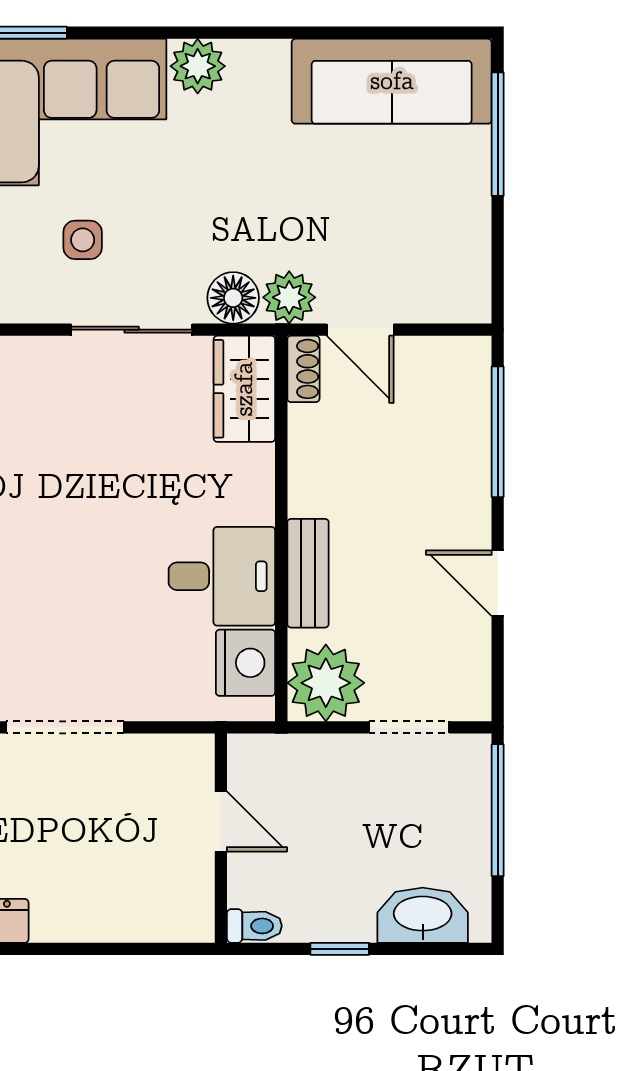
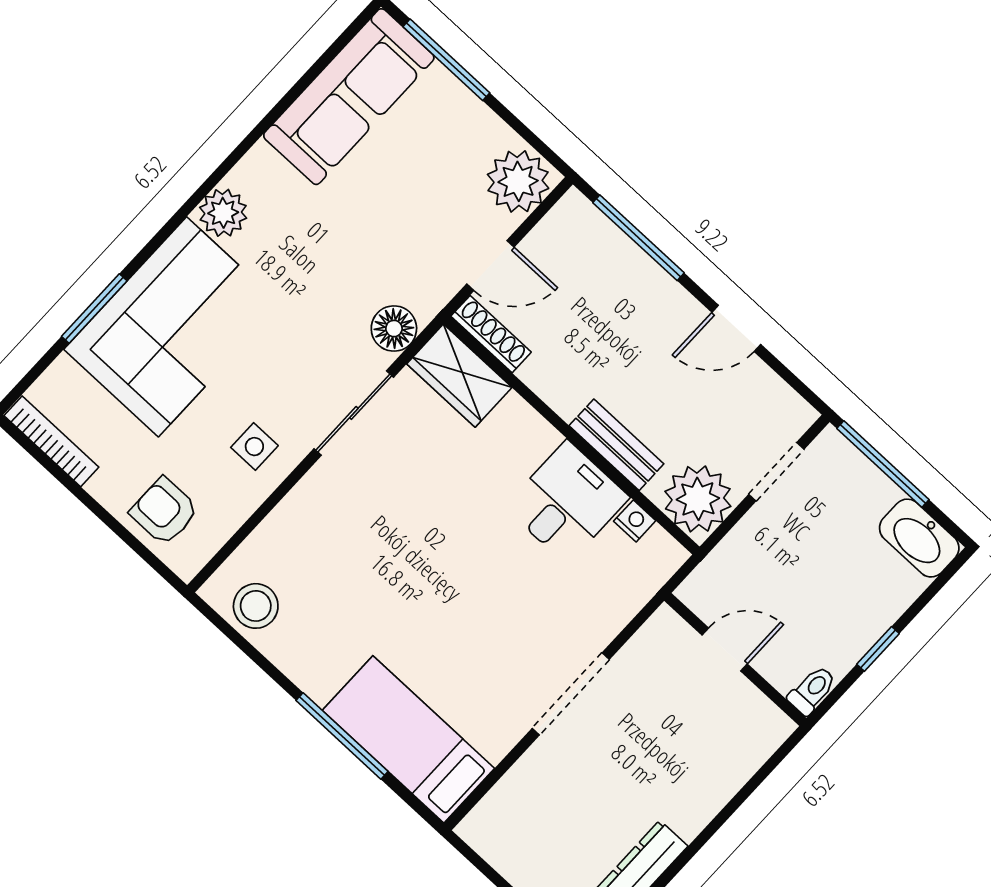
side table: (83, 240) -> (254, 447), moved
plant: (289, 297) -> (518, 181), moved, width x1.36, depth x1.36
shoe rack: (303, 369) -> (491, 334), width x1.43
nightstand: (245, 663) -> (635, 521), width x0.53, depth x0.56
washbasin: (423, 915) -> (919, 538), moved, turned -90

